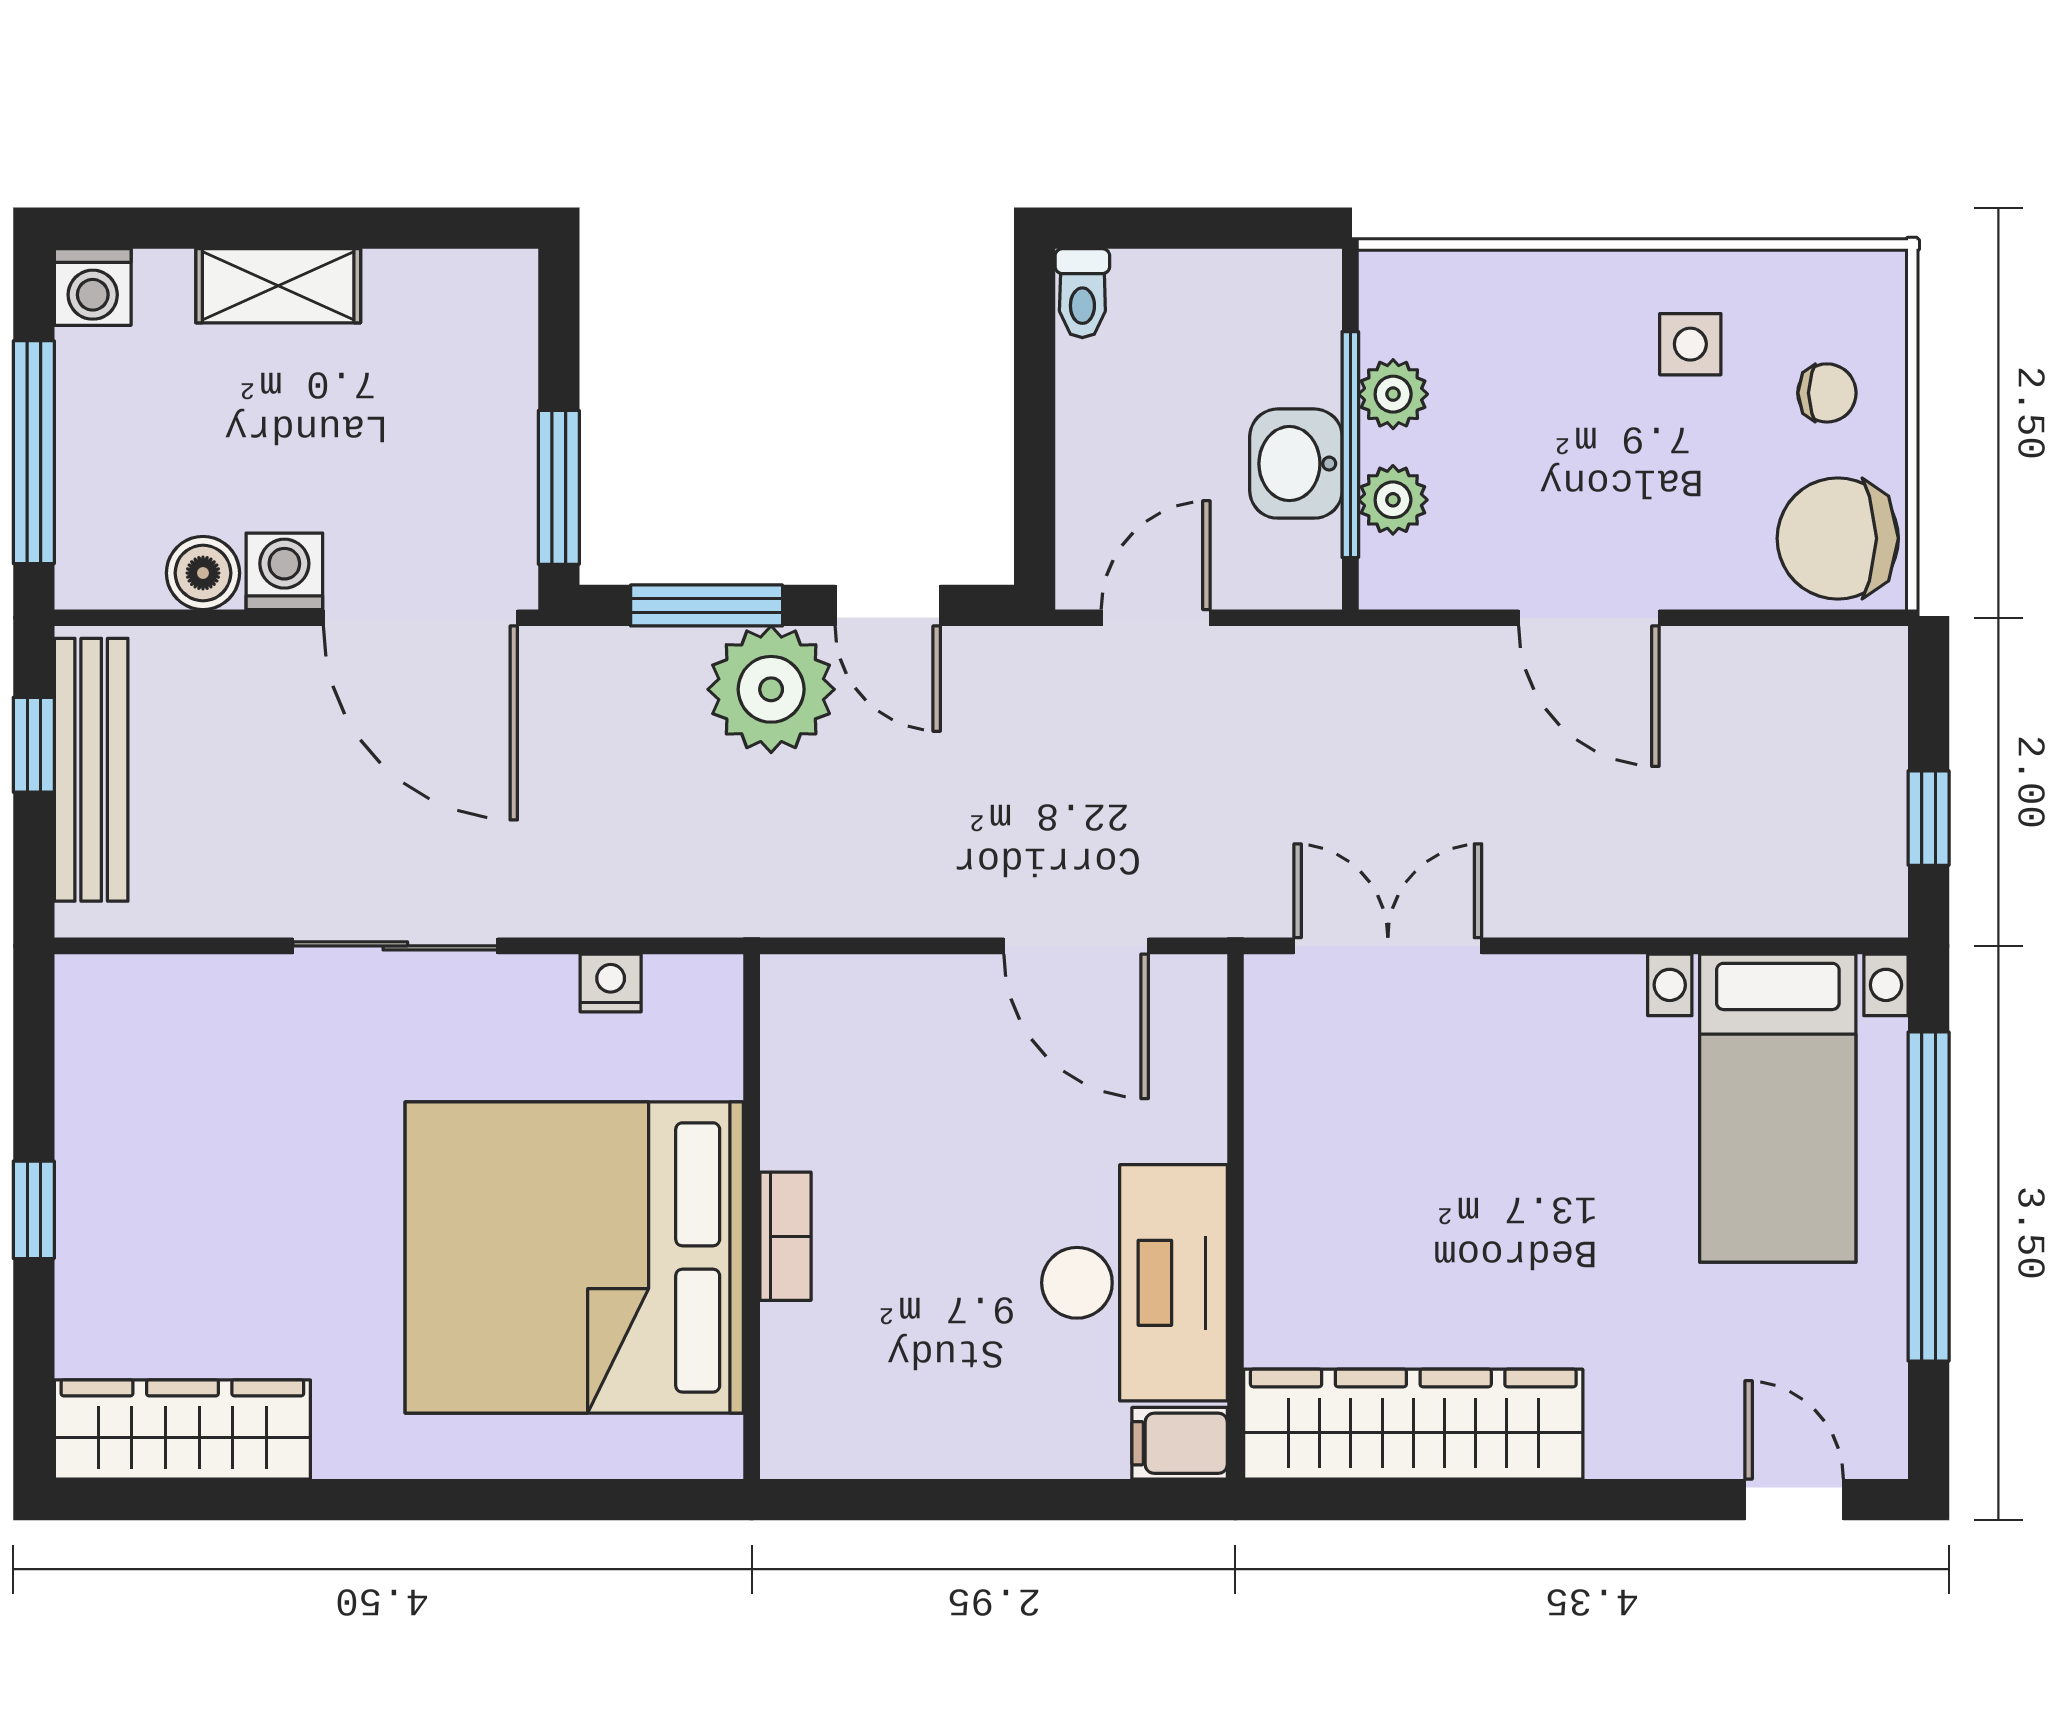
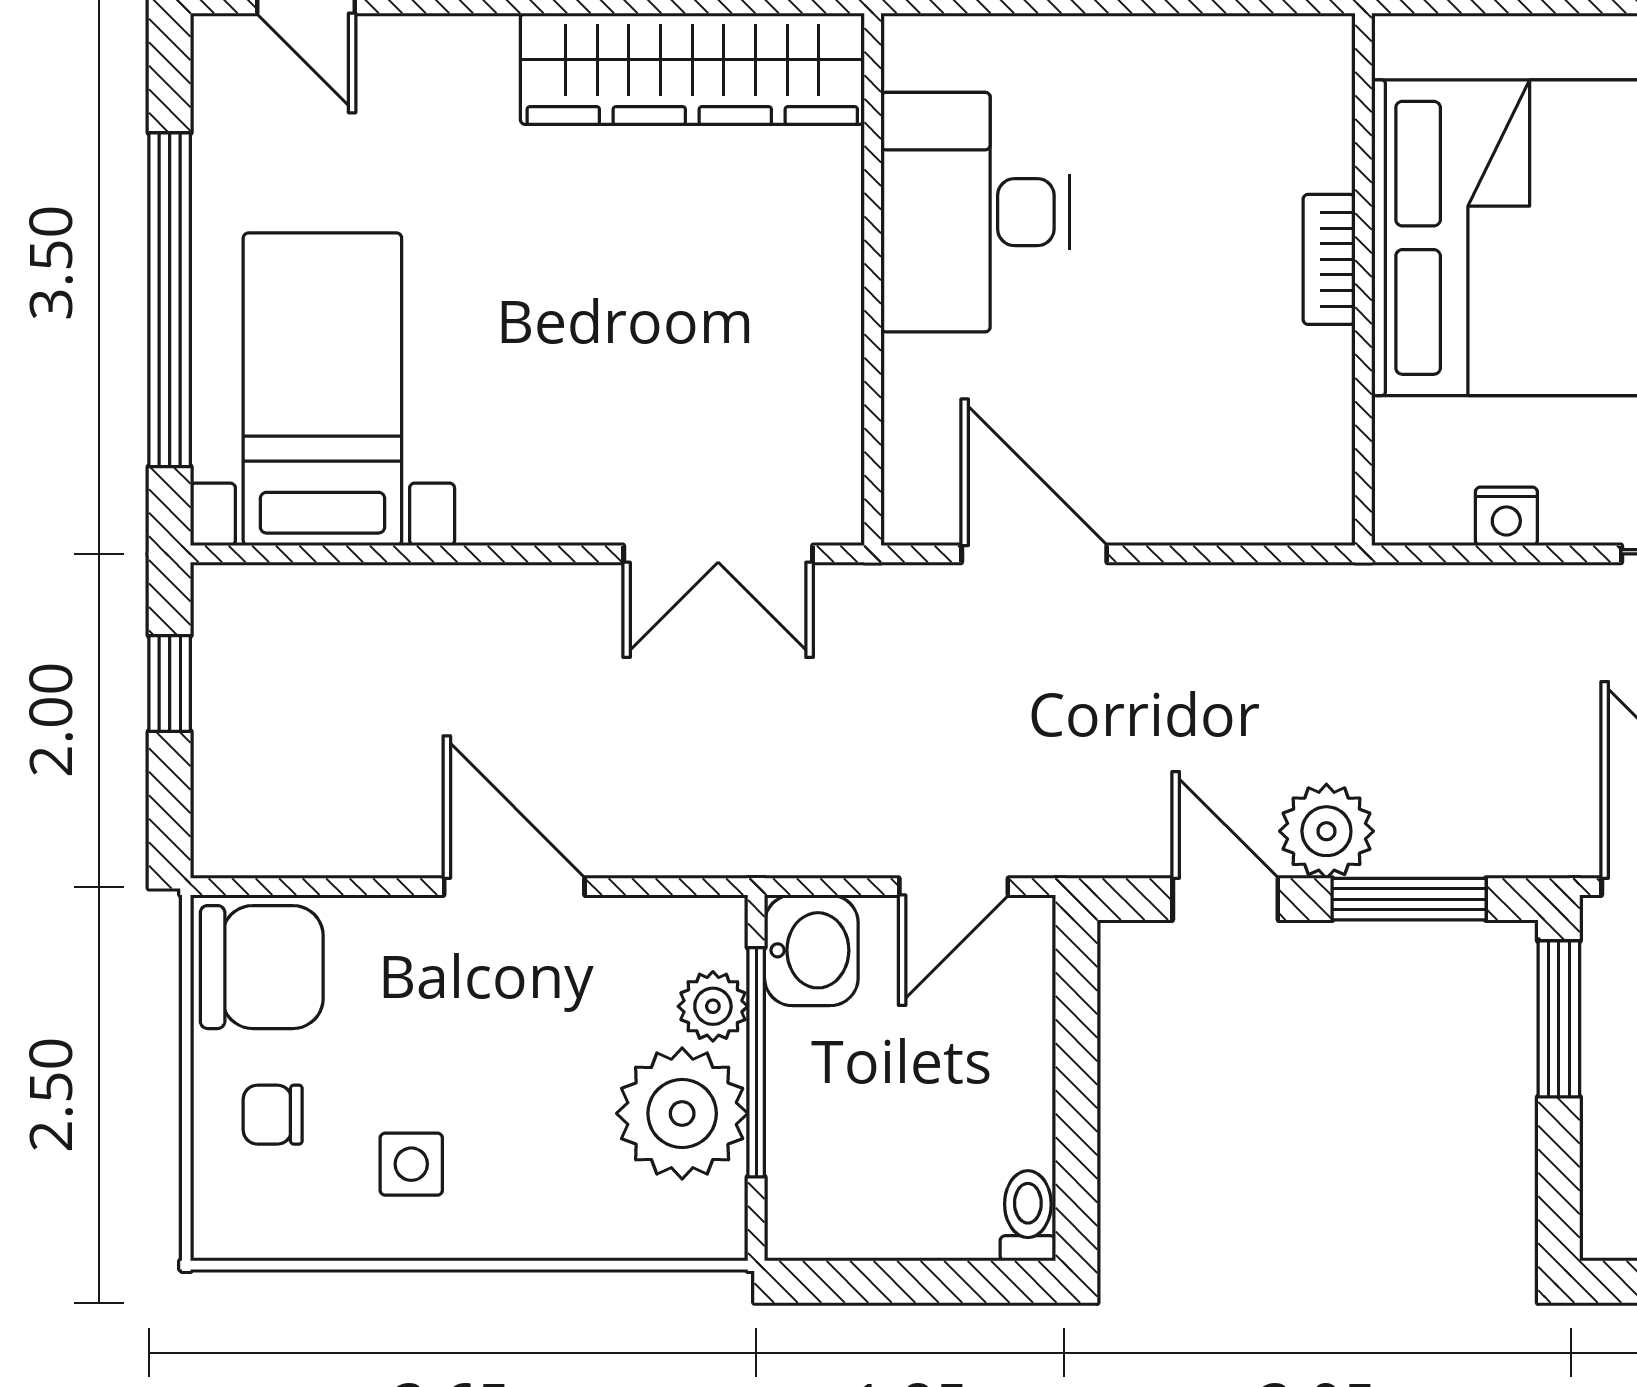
plant: (1393, 394) -> (682, 1113), width x1.87, depth x1.87
washbasin: (1296, 464) -> (811, 950), moved
plant: (771, 689) -> (1326, 831), width x0.73, depth x0.73
filing cabinet: (1180, 1443) -> (929, 49), removed

